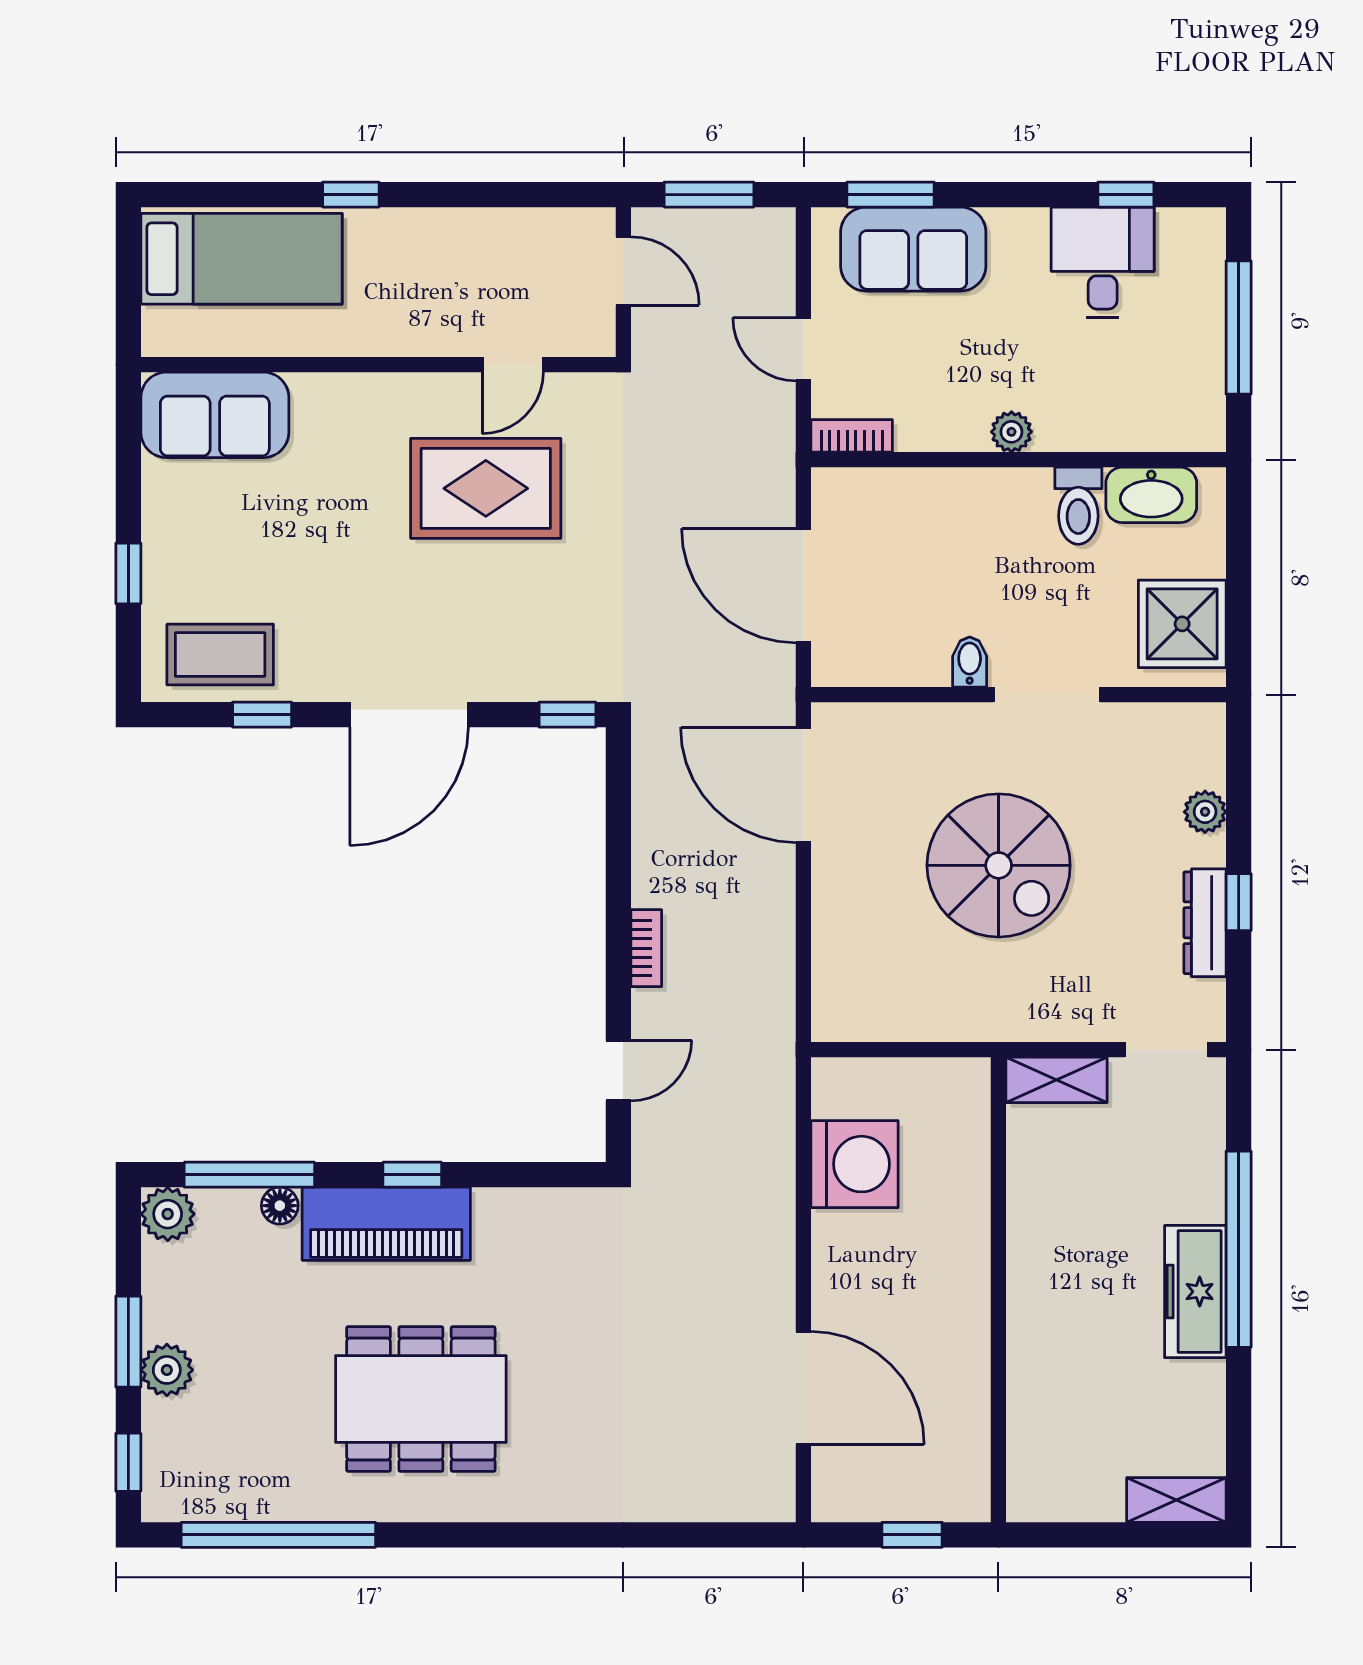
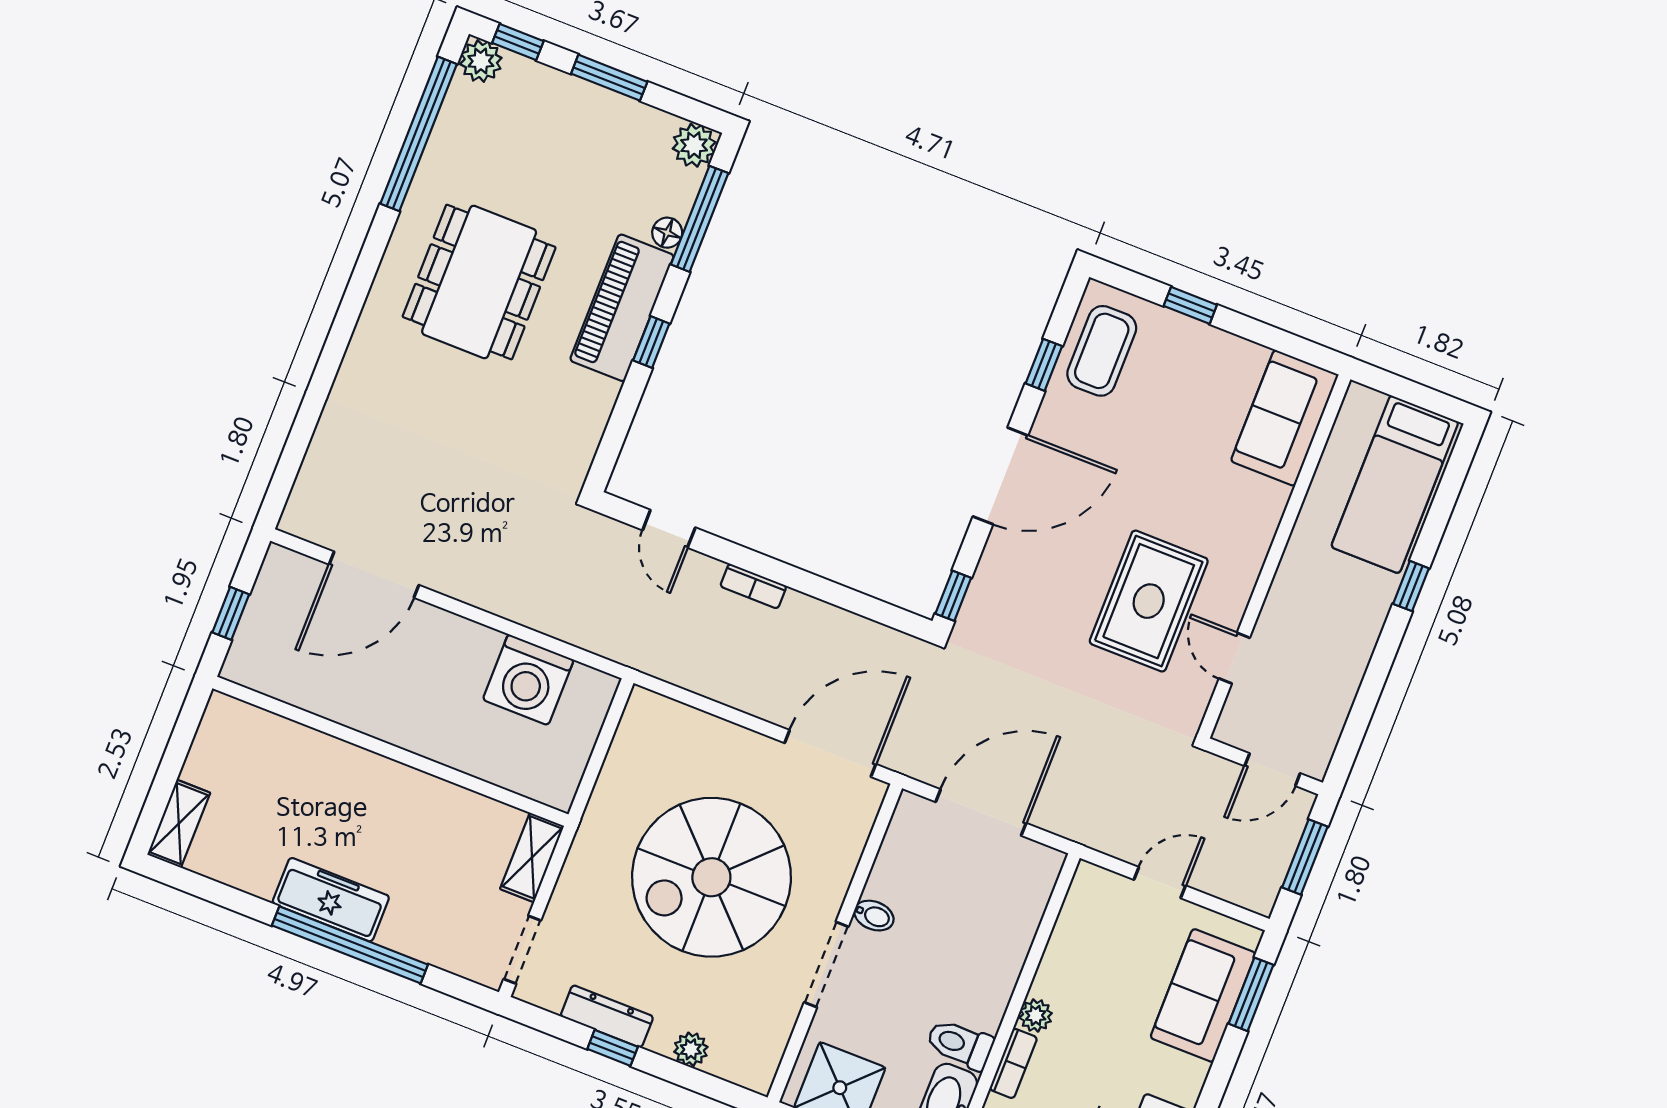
bookcase: (852, 436) -> (1013, 1063), moved
door: (409, 715) -> (1000, 476), swing flipped
spiral stairs: (999, 865) -> (711, 877), width x1.37, depth x1.37
plant: (167, 1370) -> (481, 61), moved

